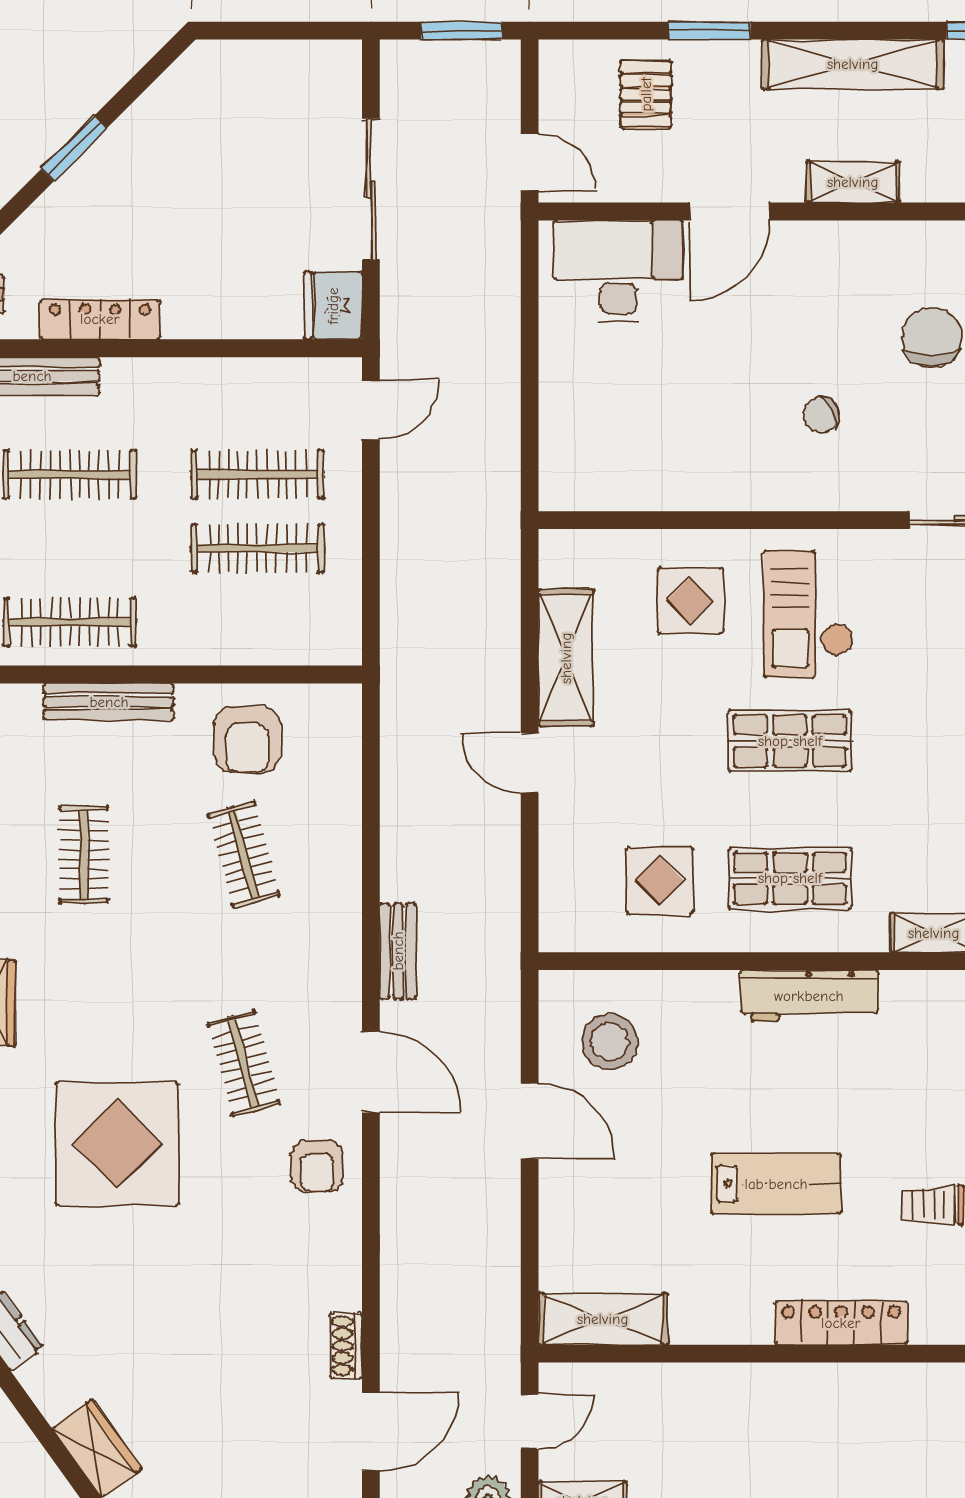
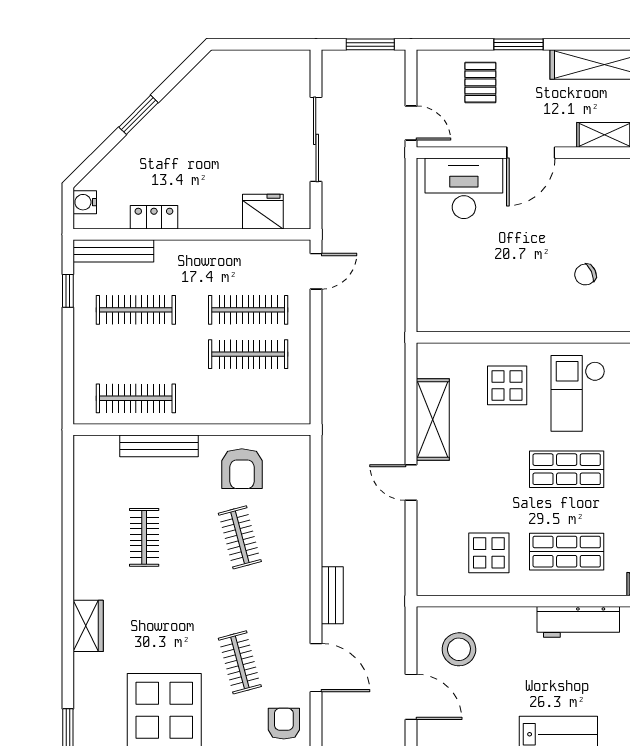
fridge: (333, 306) -> (263, 212), moved, turned 90
locker: (100, 319) -> (154, 217), width x0.66
armchair: (317, 1166) -> (284, 724), turned 180

